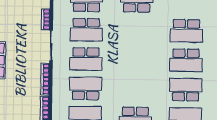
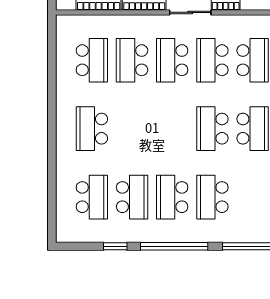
school desk: (136, 30) -> (212, 129), added
school desk: (86, 88) -> (132, 60), turned 180

